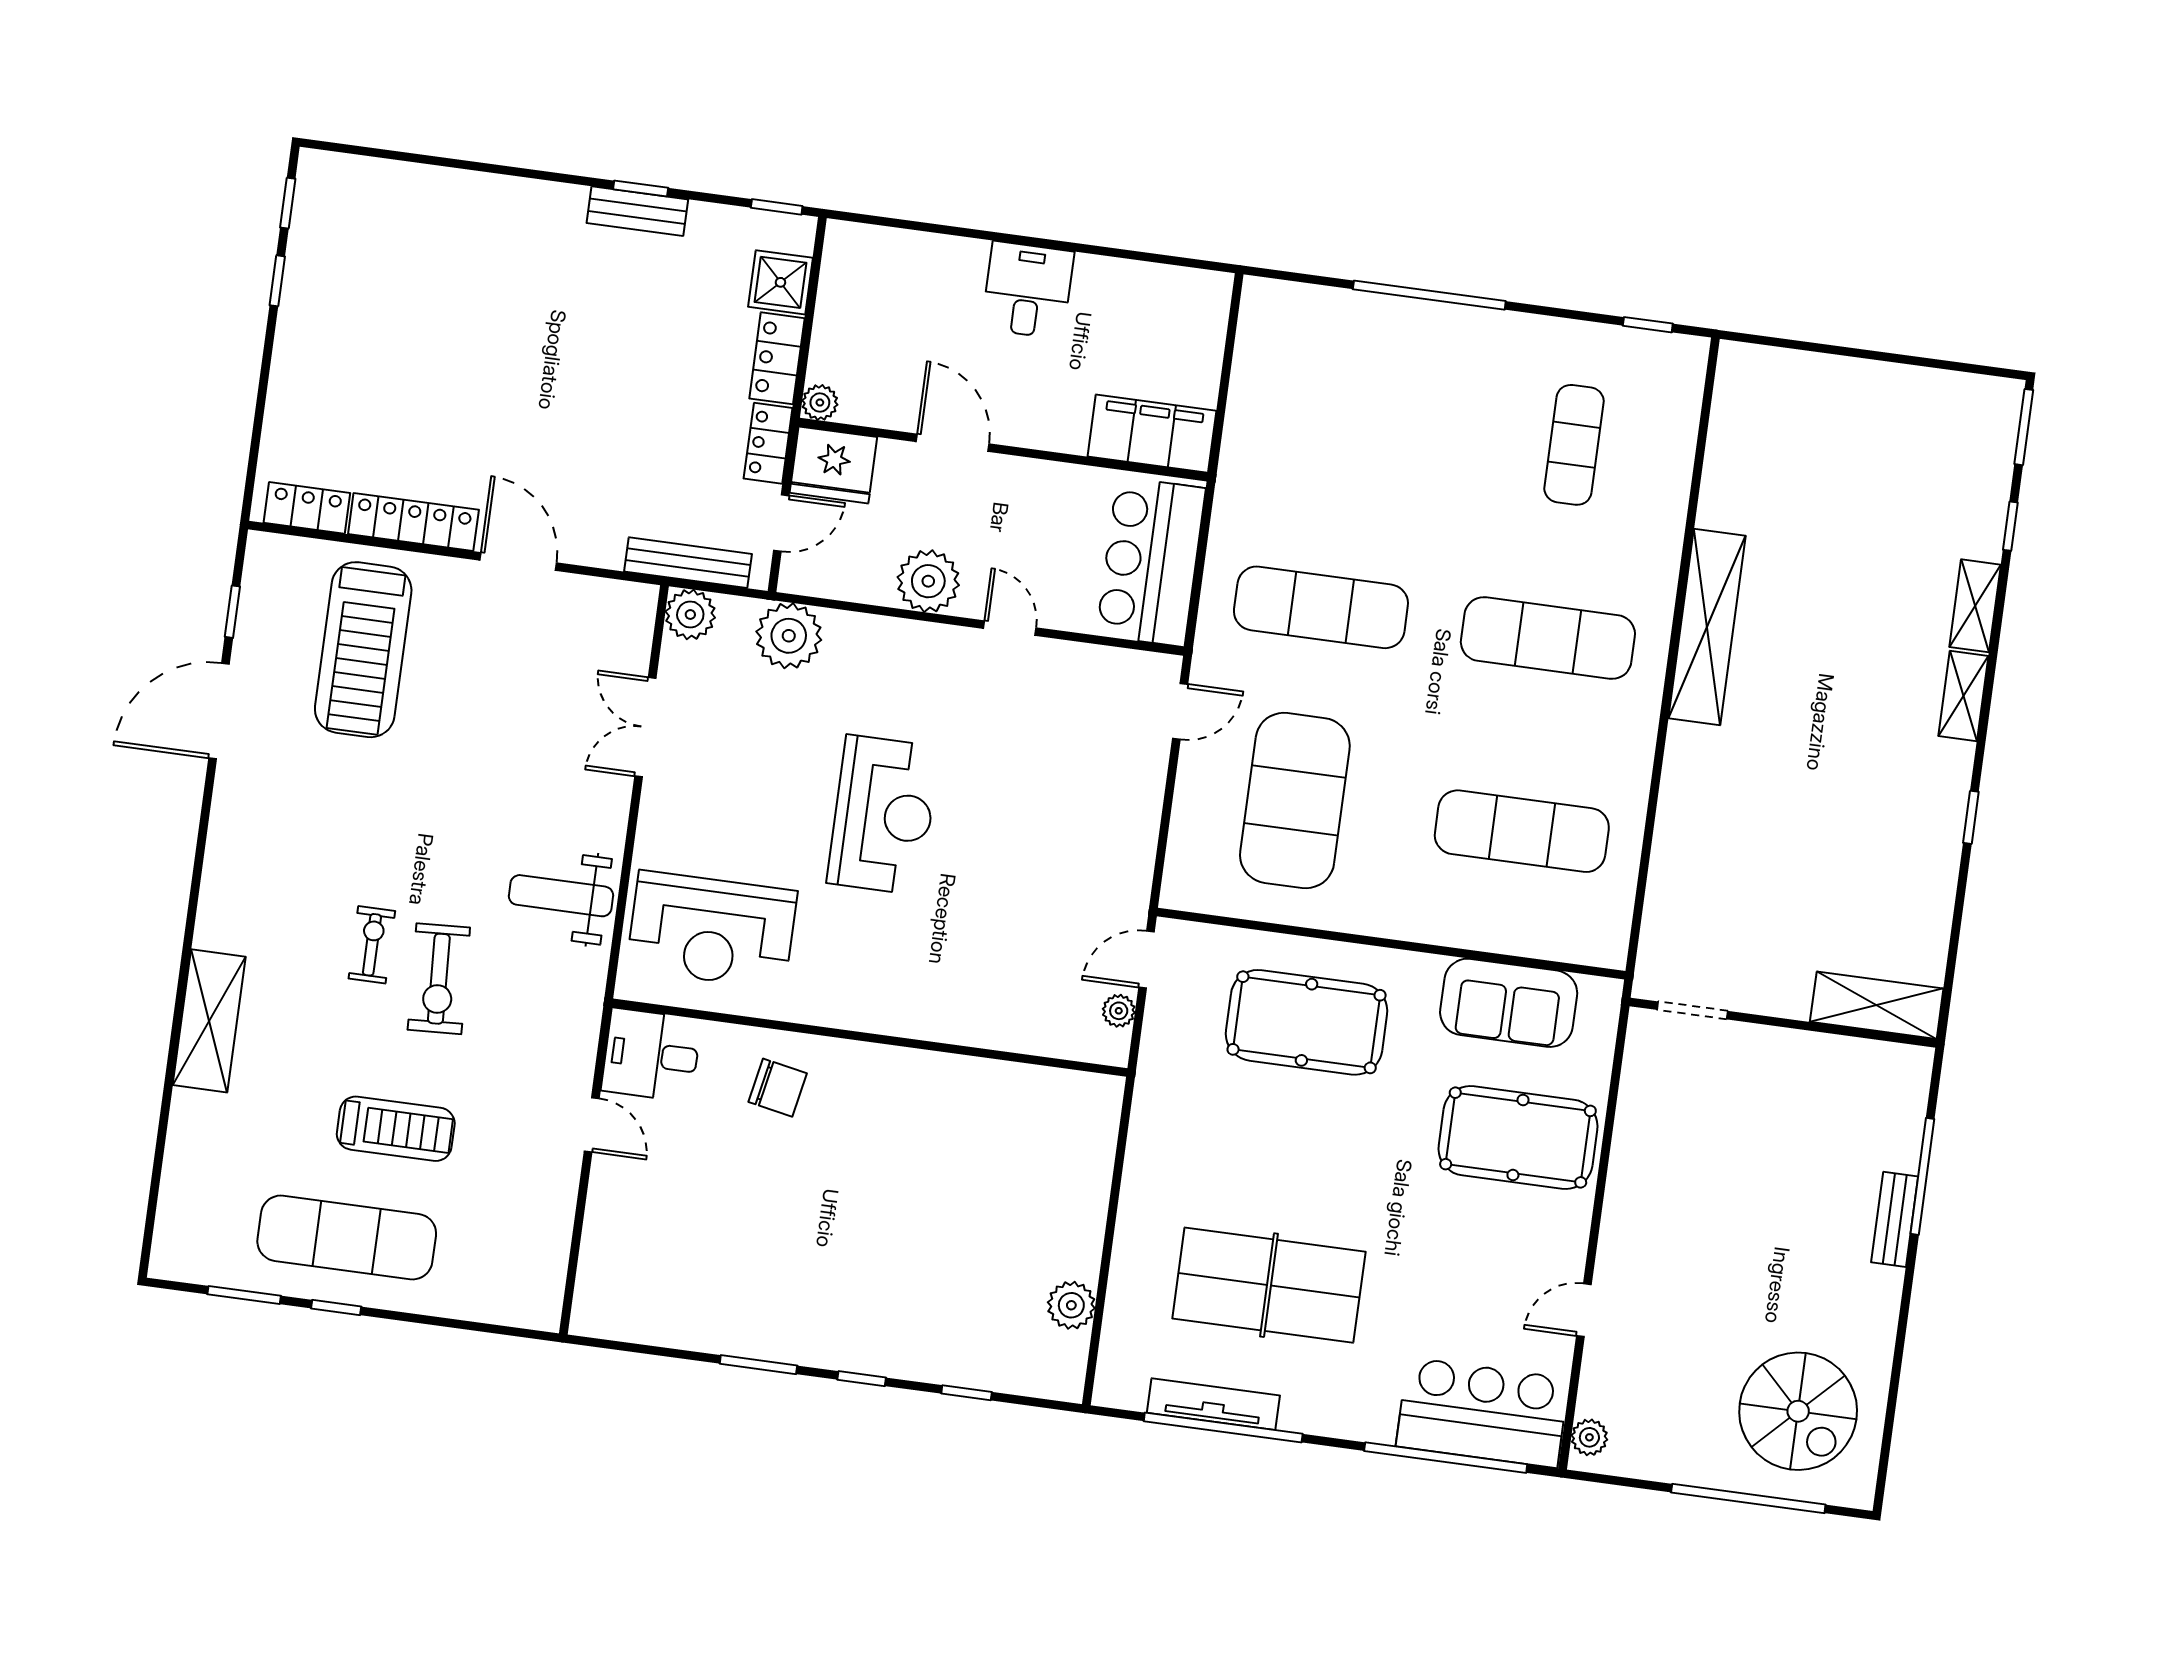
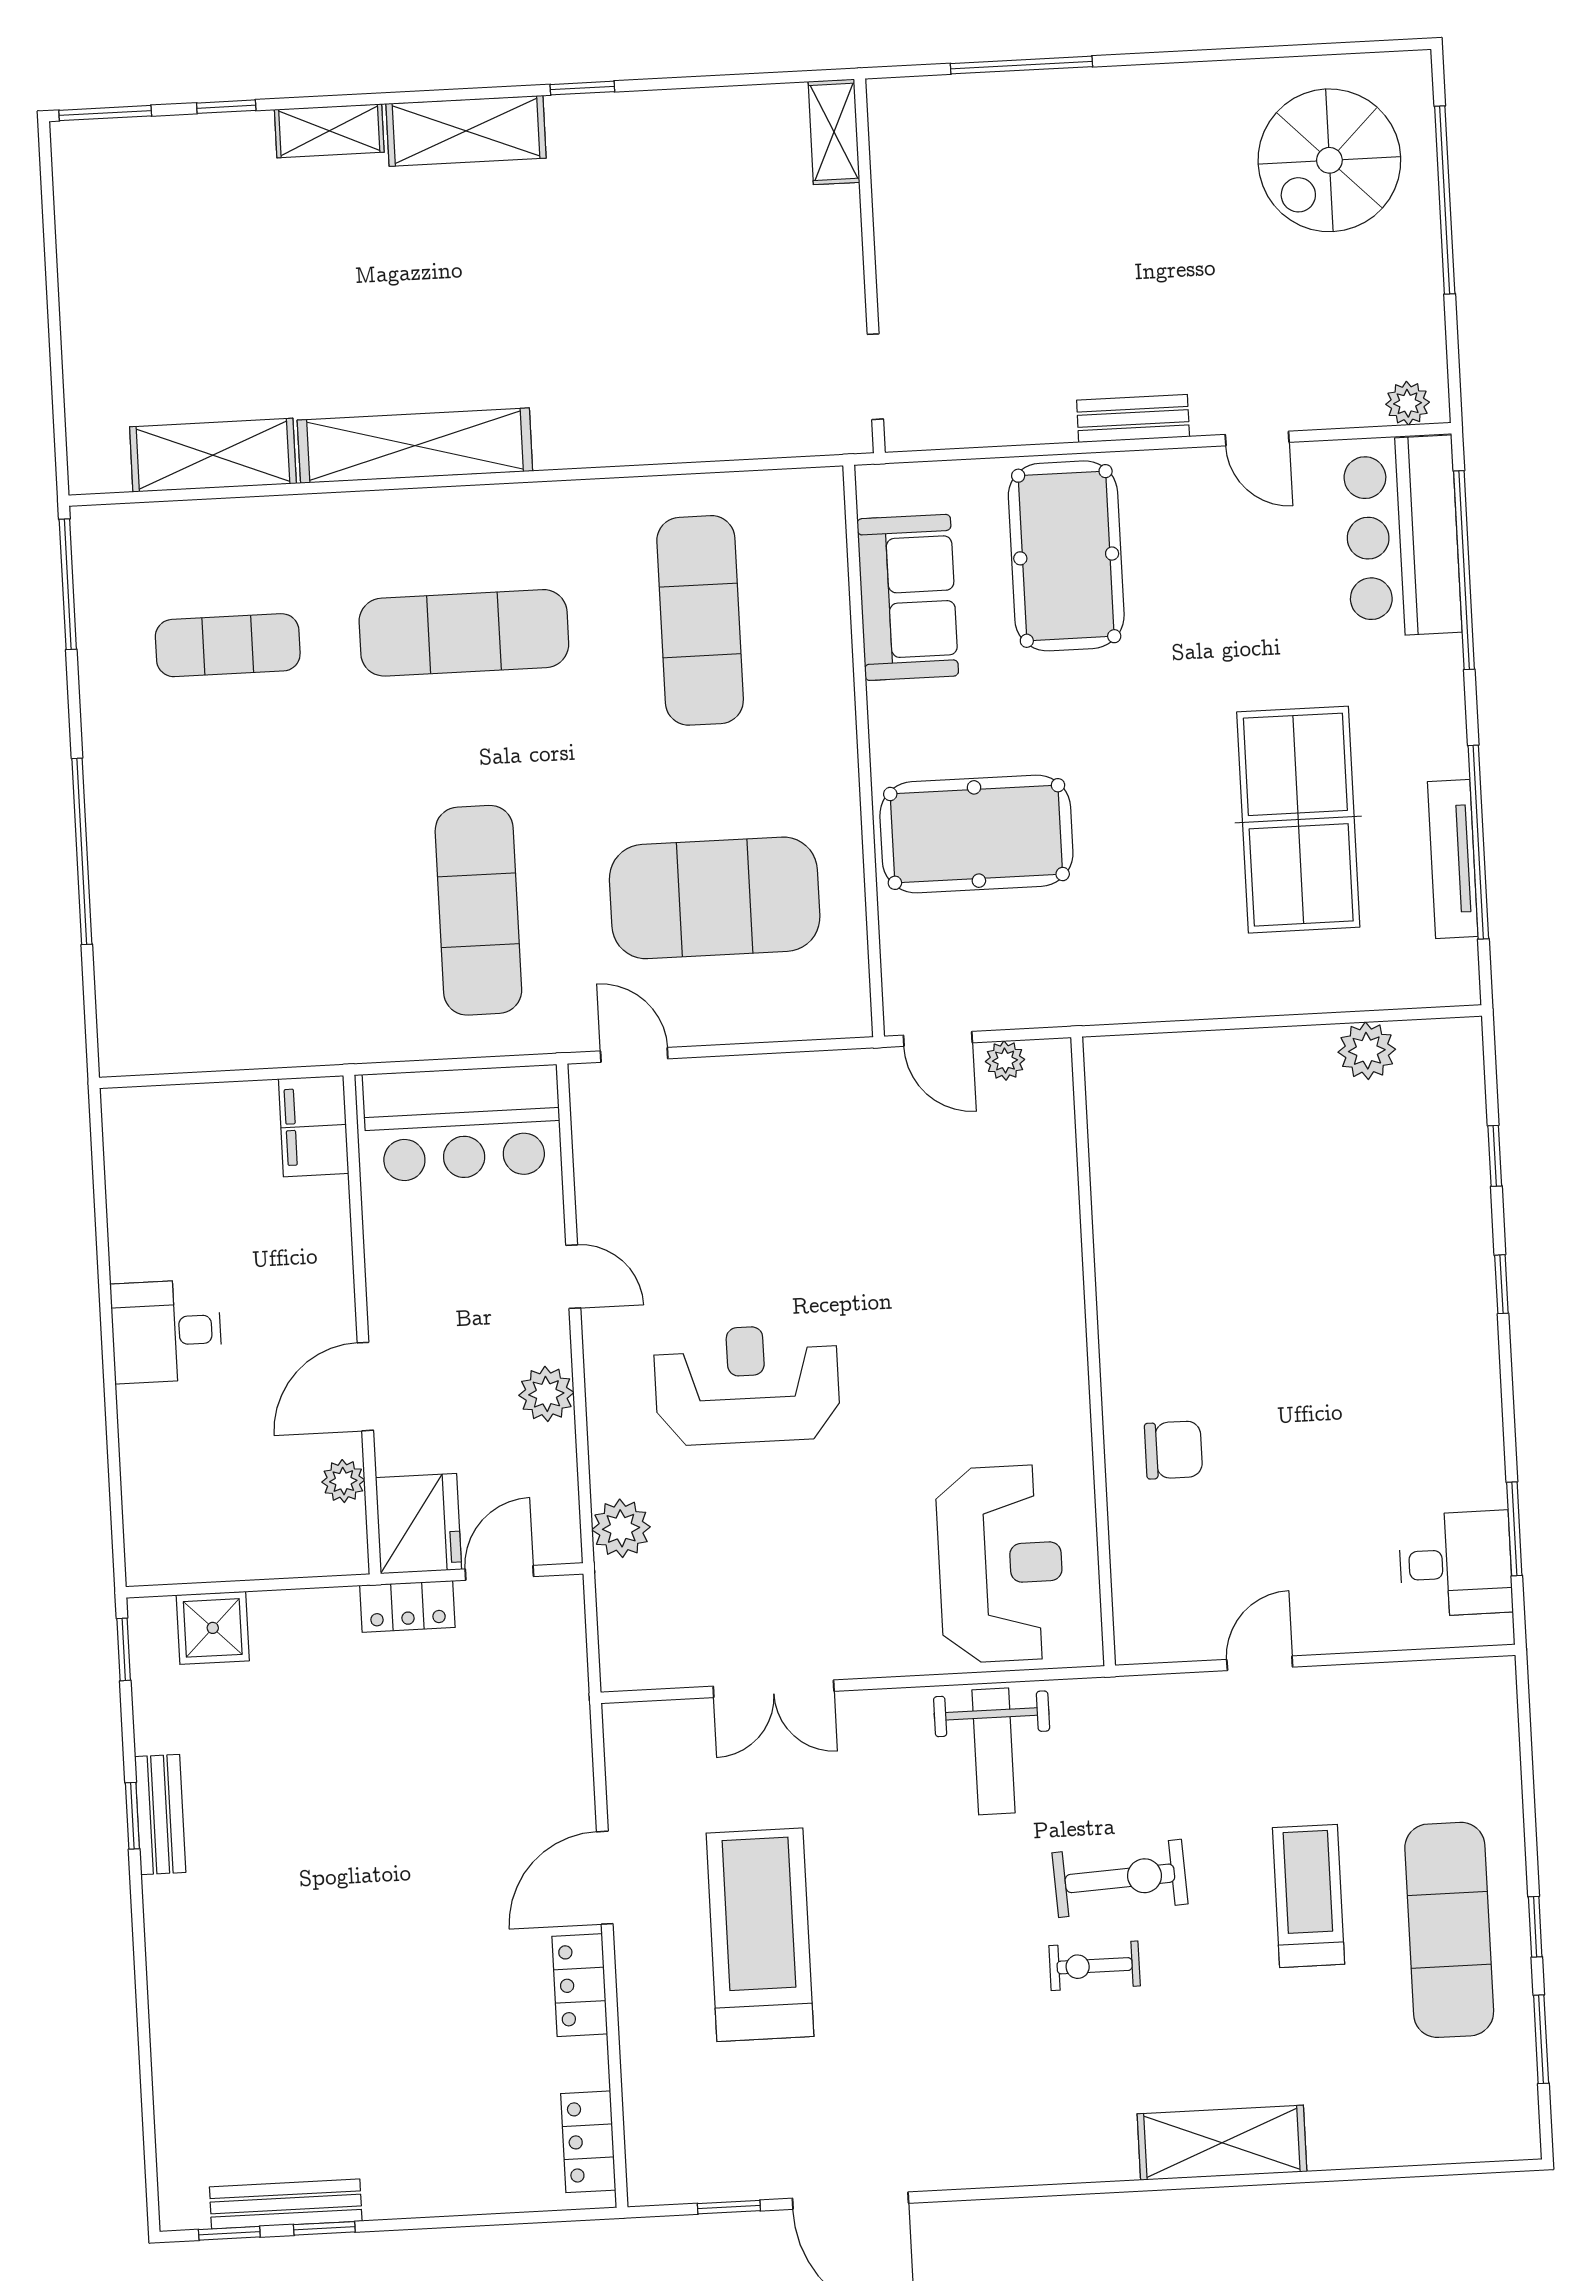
window: (1648, 325) -> (68, 584), width x2.17
locker: (777, 358) -> (304, 1615), removed
plant: (820, 403) -> (343, 1481), moved
filing cabinet: (1152, 434) -> (314, 1126), width x0.67, depth x0.86
shelving: (1730, 462) -> (213, 455), added
locker: (413, 522) -> (580, 1985), width x0.66
door: (781, 523) -> (499, 1573), hinge flipped
bench: (688, 563) -> (286, 2204), moved, turned 90
plant: (928, 581) -> (546, 1394), width x0.73, depth x0.73
plant: (690, 615) -> (629, 1661), removed
door: (1010, 628) -> (573, 1277), swing flipped
plant: (789, 636) -> (621, 1528), width x0.73, depth x0.73
exercise mat: (1548, 638) -> (464, 633), turned 90
treadmill: (363, 650) -> (760, 1935), moved, turned -90
shelving: (1963, 696) -> (466, 131), width x1.50, depth x1.33
reception desk: (883, 815) -> (747, 1385), moved
shelving: (1877, 1005) -> (834, 132), width x0.67, depth x0.75
pool table: (1307, 1022) -> (976, 834), turned 90
desk: (651, 1055) -> (1456, 1564), moved, turned -90
chair: (778, 1088) -> (1173, 1450), turned 79
bench: (1895, 1219) -> (1133, 418), moved
window: (758, 1365) -> (1514, 1529), moved
spiral stairs: (1798, 1411) -> (1329, 160), turned 180

